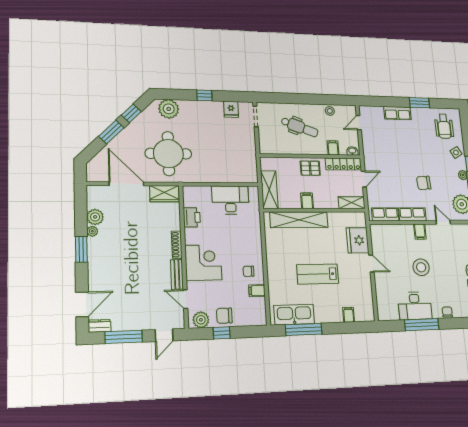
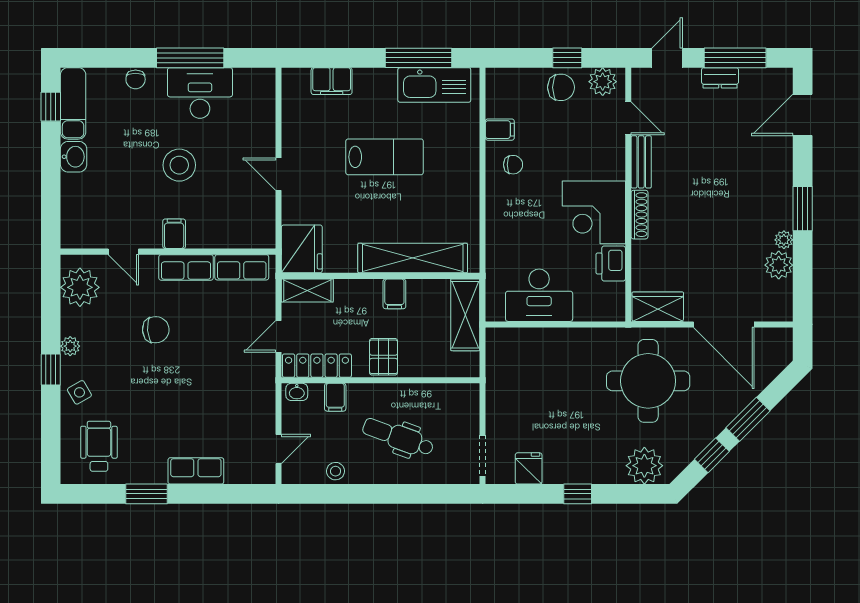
pallet: (310, 168) -> (384, 357), turned 90
fridge: (358, 240) -> (302, 249), moved
corner desk: (203, 263) -> (594, 212), moved
filing cabinet: (349, 315) -> (332, 81), width x2.00
dresser: (100, 326) -> (720, 78), moved

